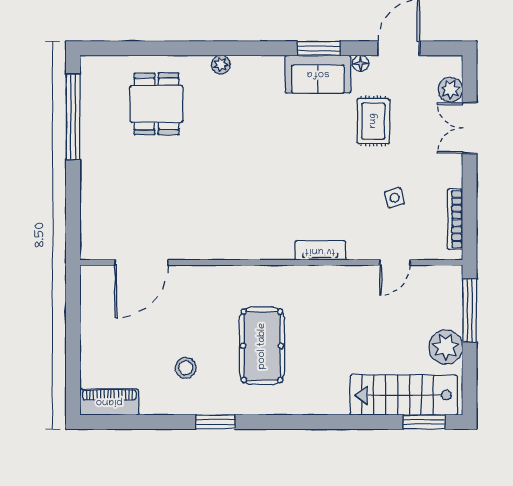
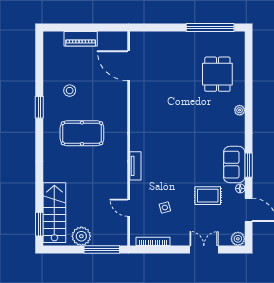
plant: (450, 90) -> (238, 239), moved
dining table: (157, 104) -> (217, 74), turned 90
piano: (109, 402) -> (81, 39), moved, turned 90

